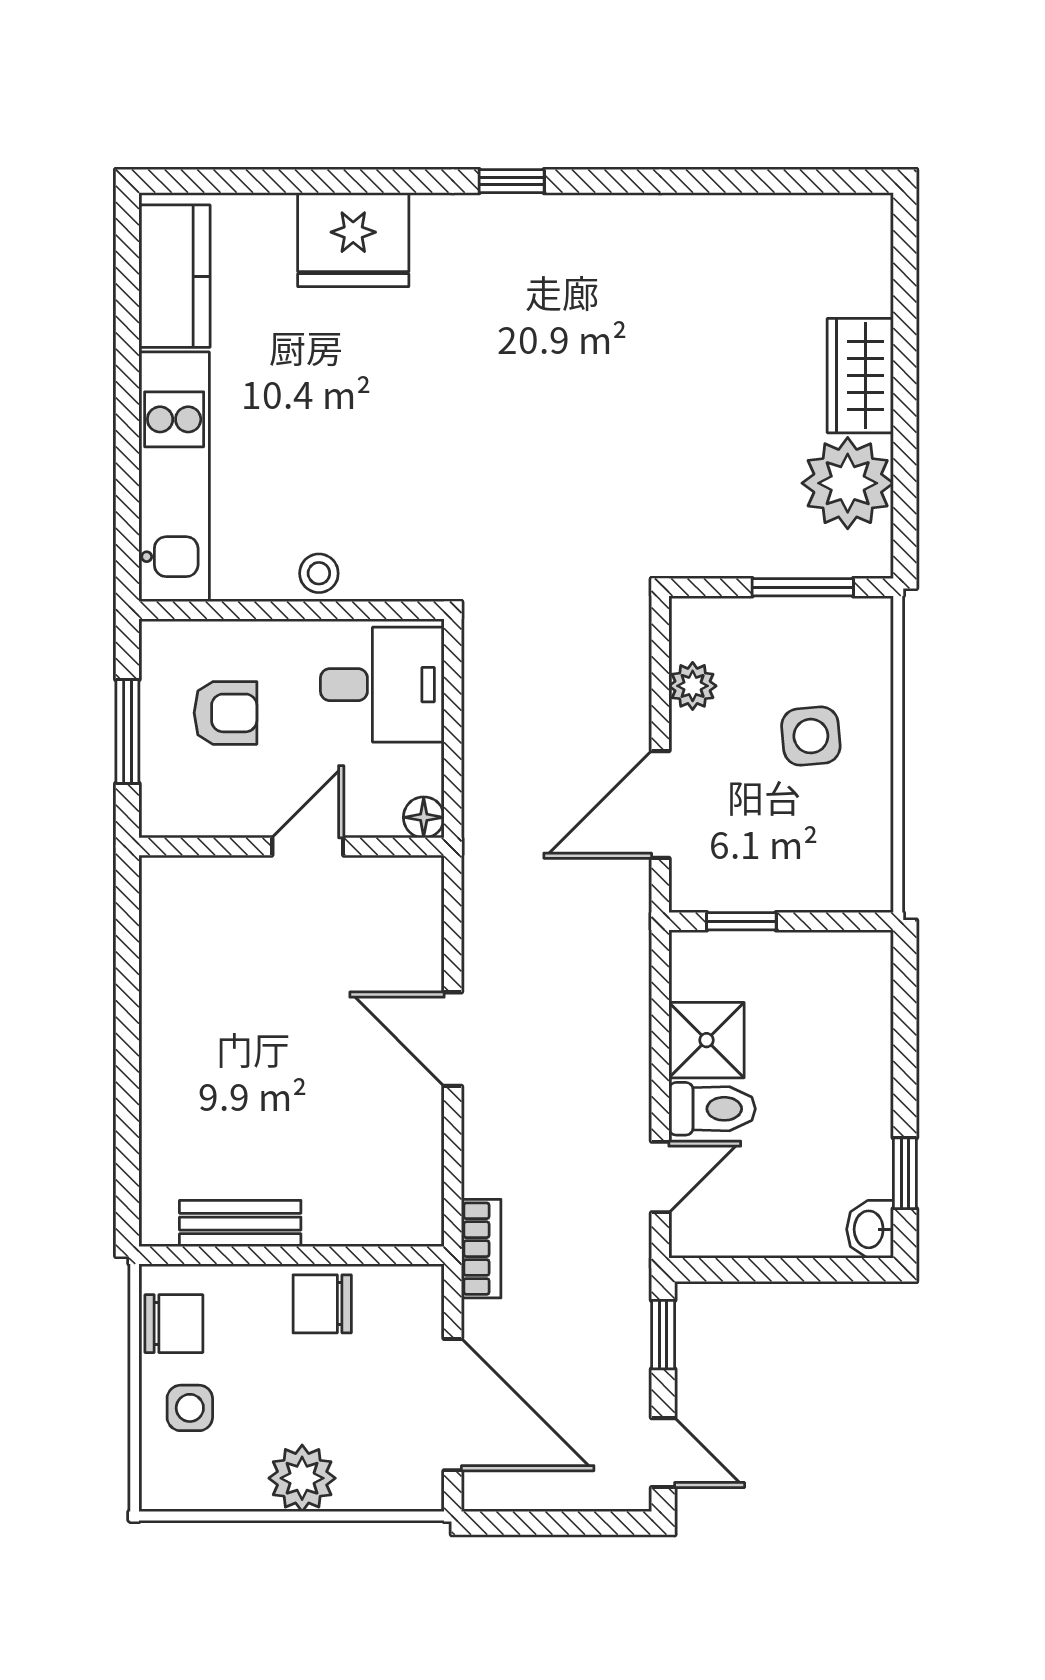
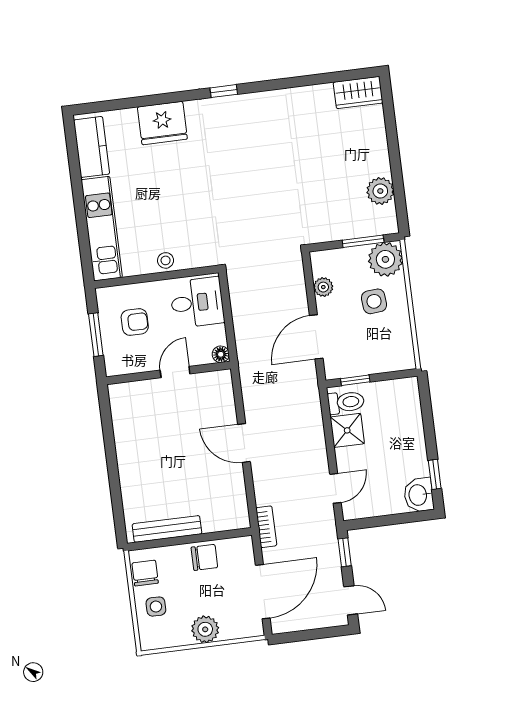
wardrobe: (860, 376) -> (358, 93), moved, turned -90
plant: (848, 483) -> (380, 191), width x0.73, depth x0.73
plant: (851, 638) -> (385, 259), added
toilet: (712, 1109) -> (346, 402), moved
bench: (240, 1224) -> (167, 529), width x1.36
washbasin: (870, 1229) -> (419, 495), width x1.38, depth x1.45
chair: (322, 1304) -> (204, 557), turned 180
chair: (174, 1324) -> (145, 573), turned -90
door: (453, 1405) -> (263, 592), hinge flipped

